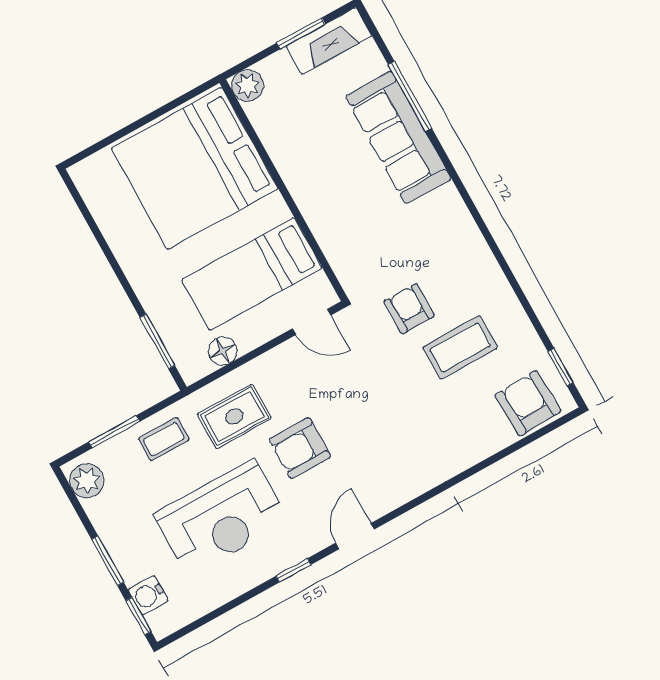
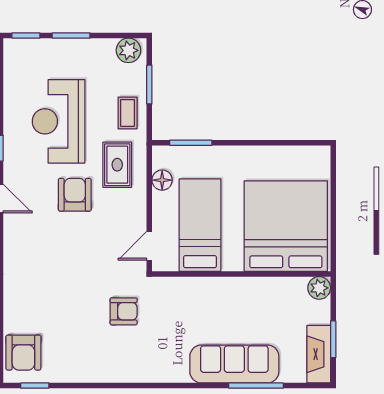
coffee table: (460, 347) -> (82, 330), removed
armchair: (528, 403) -> (23, 353), turned 92
water cooler: (148, 595) -> (36, 49), removed

